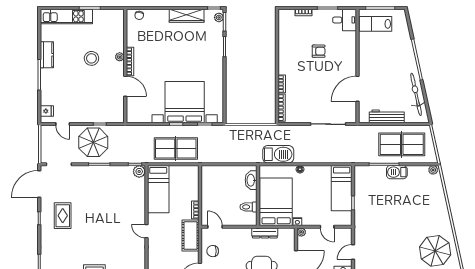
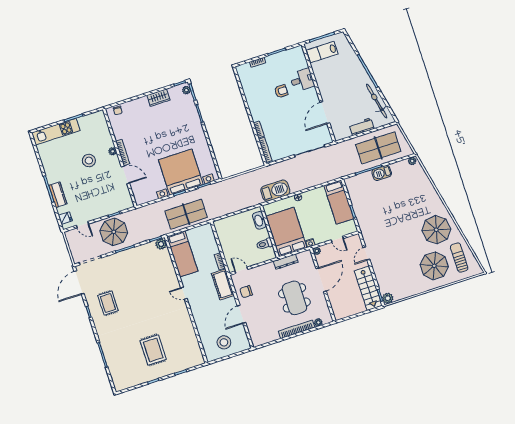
wardrobe: (187, 16) -> (158, 98), width x0.67
desk: (345, 20) -> (302, 80), moved
kitchen counter: (47, 55) -> (58, 195), moved
workbench: (387, 116) -> (362, 127), width x0.73

